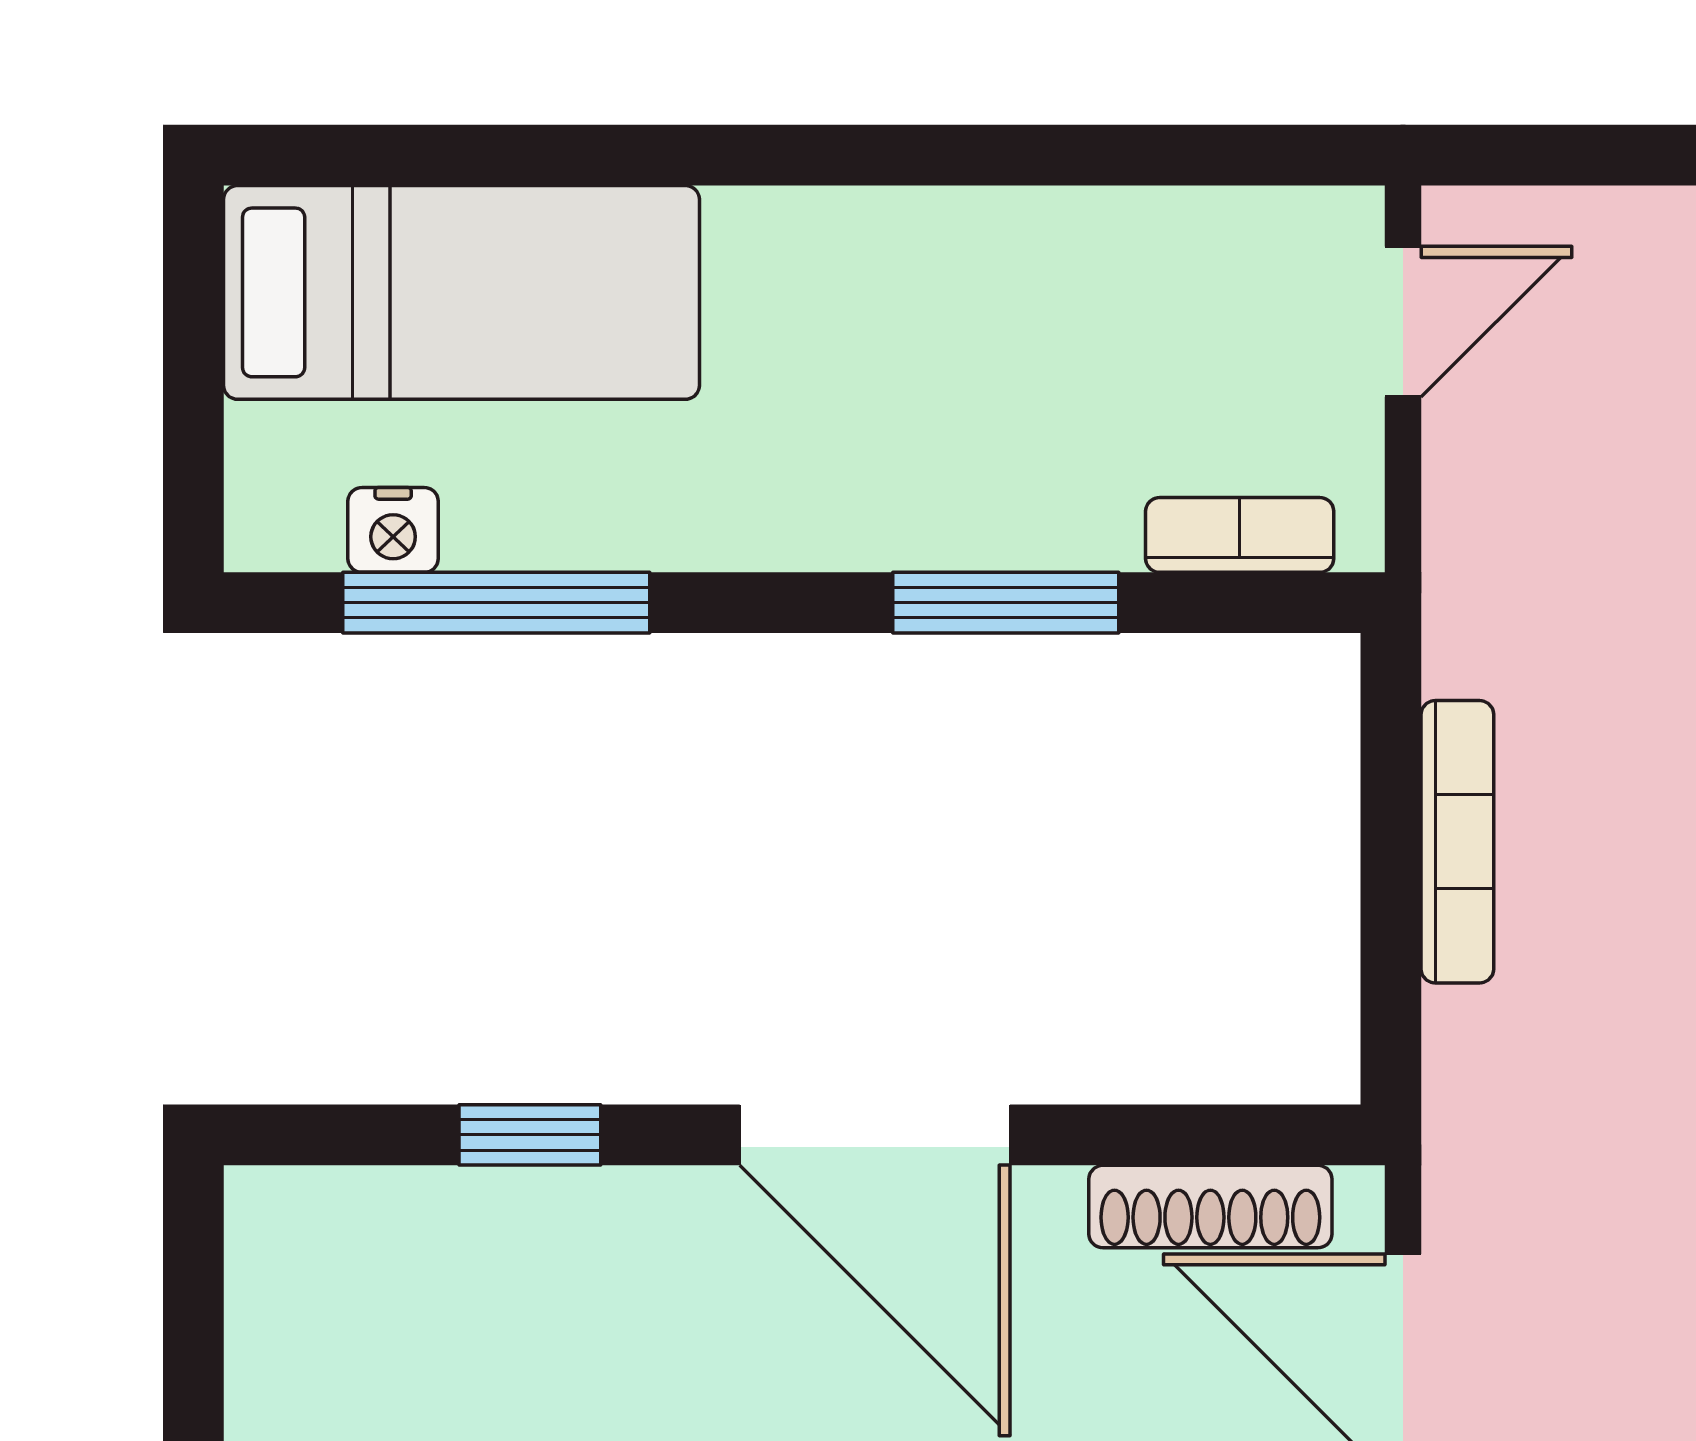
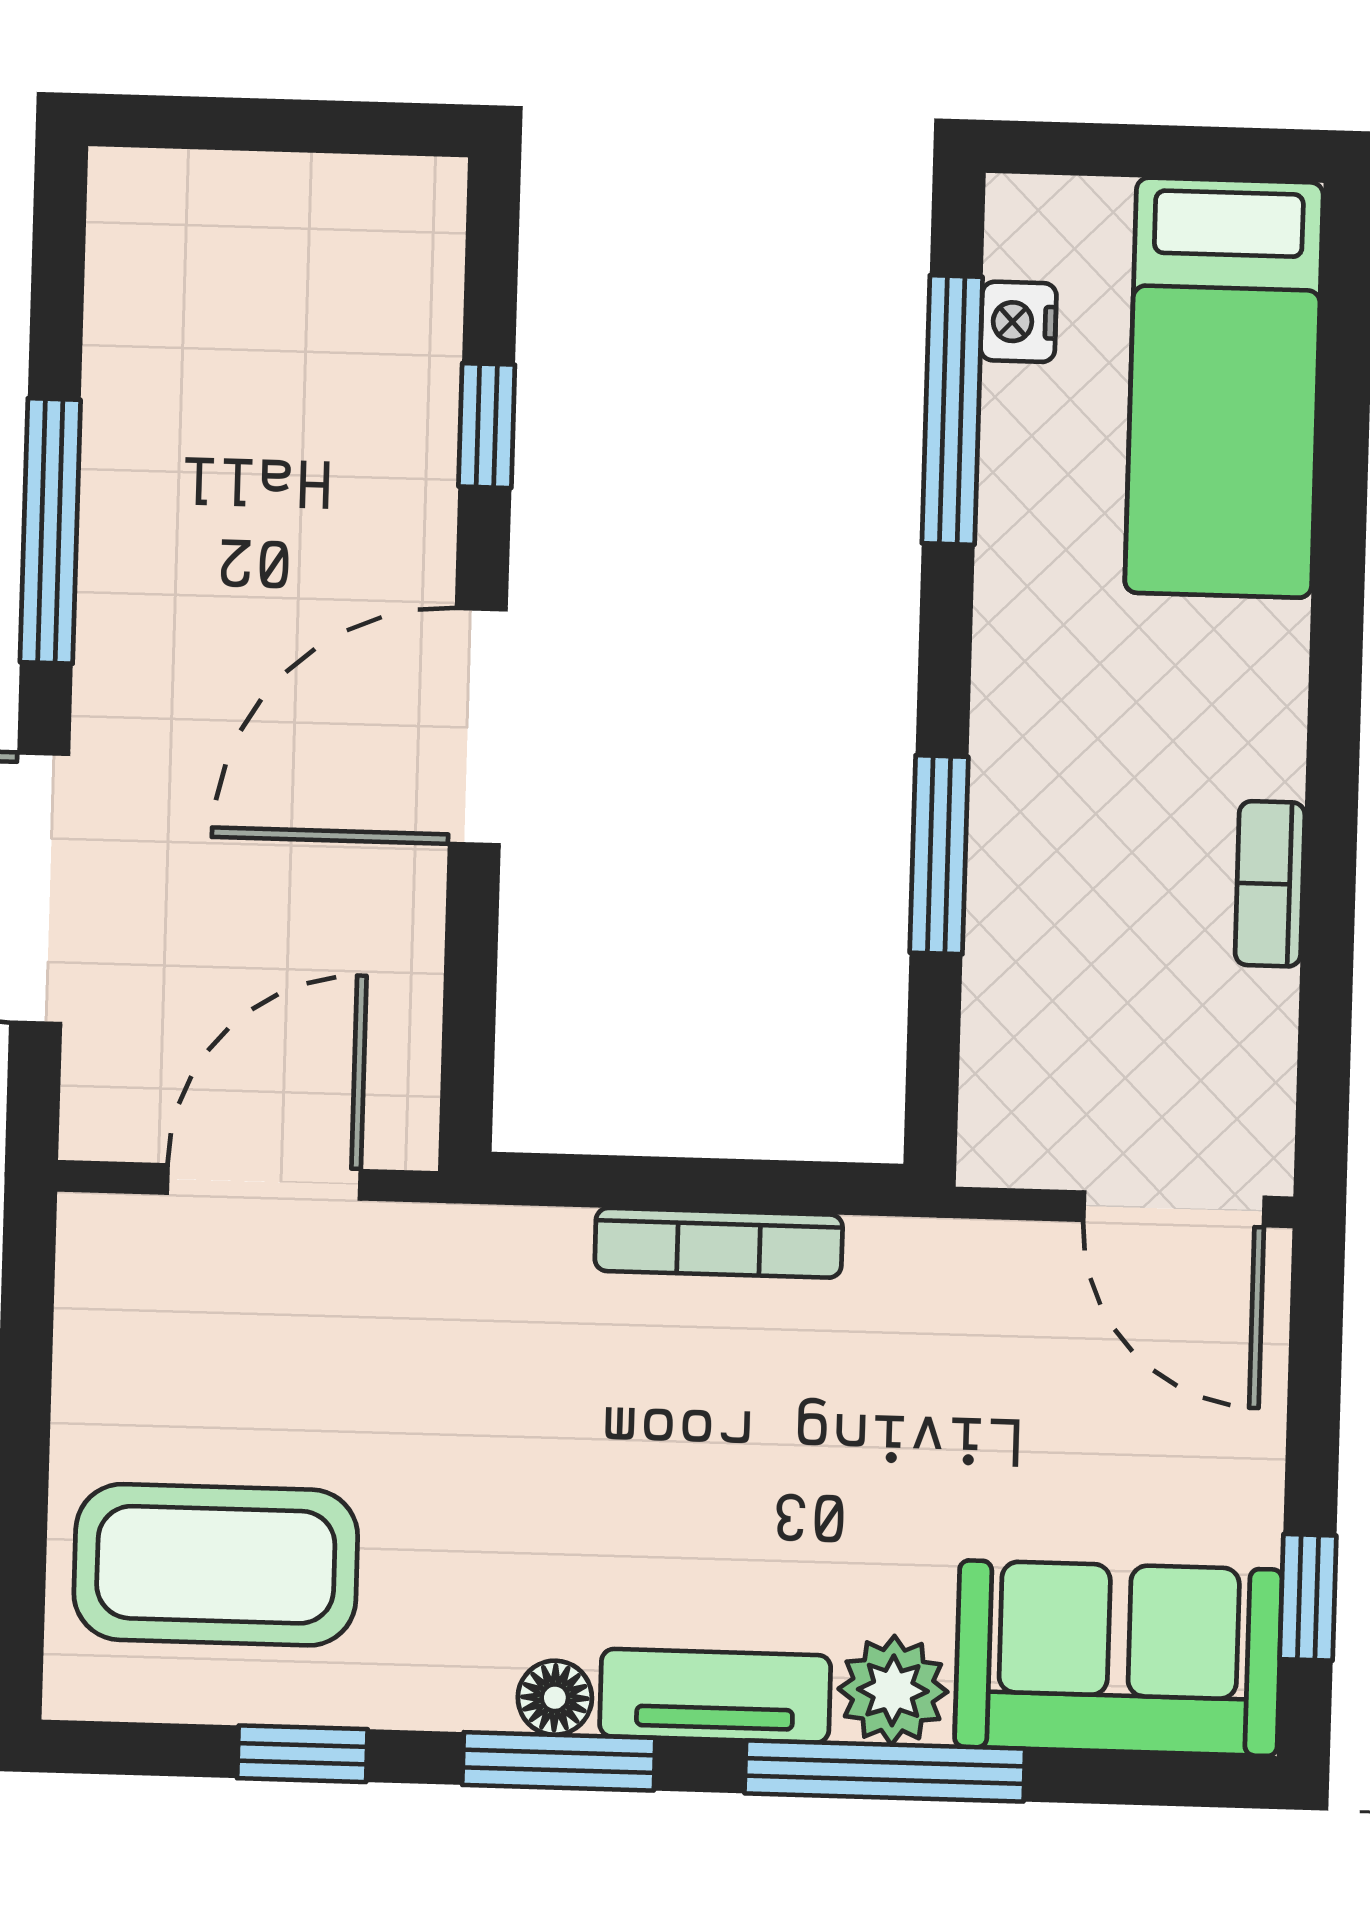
door: (1403, 322) -> (1174, 1209), width x1.37
bookcase: (1240, 535) -> (1270, 884), moved, turned 180
shoe rack: (1210, 1207) -> (407, 1018), removed

